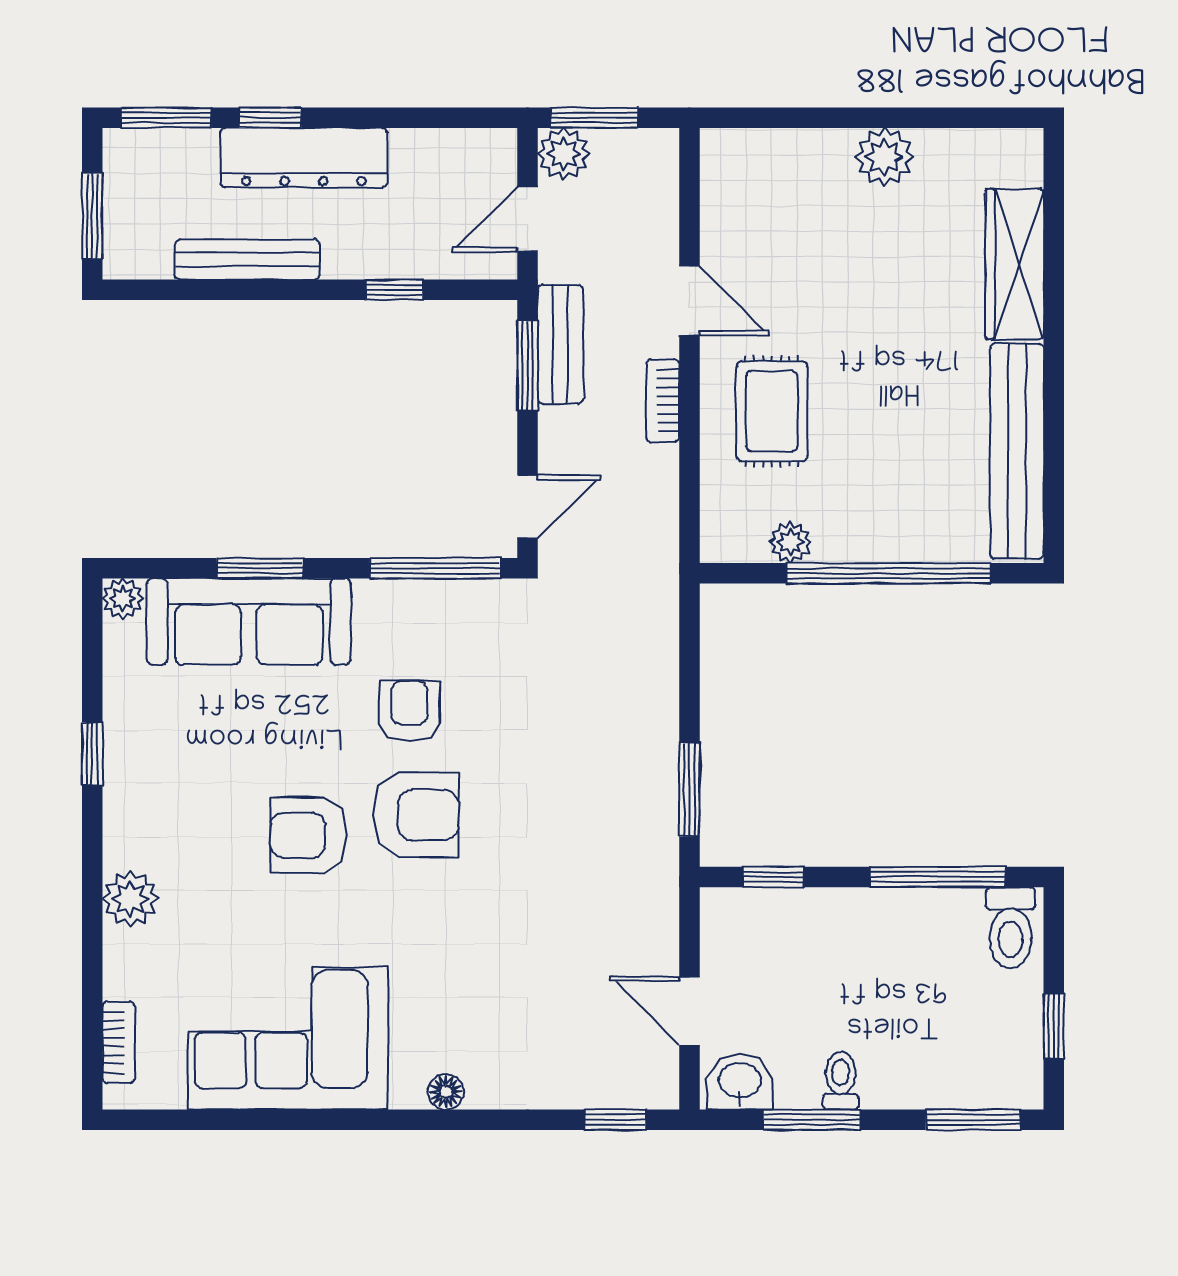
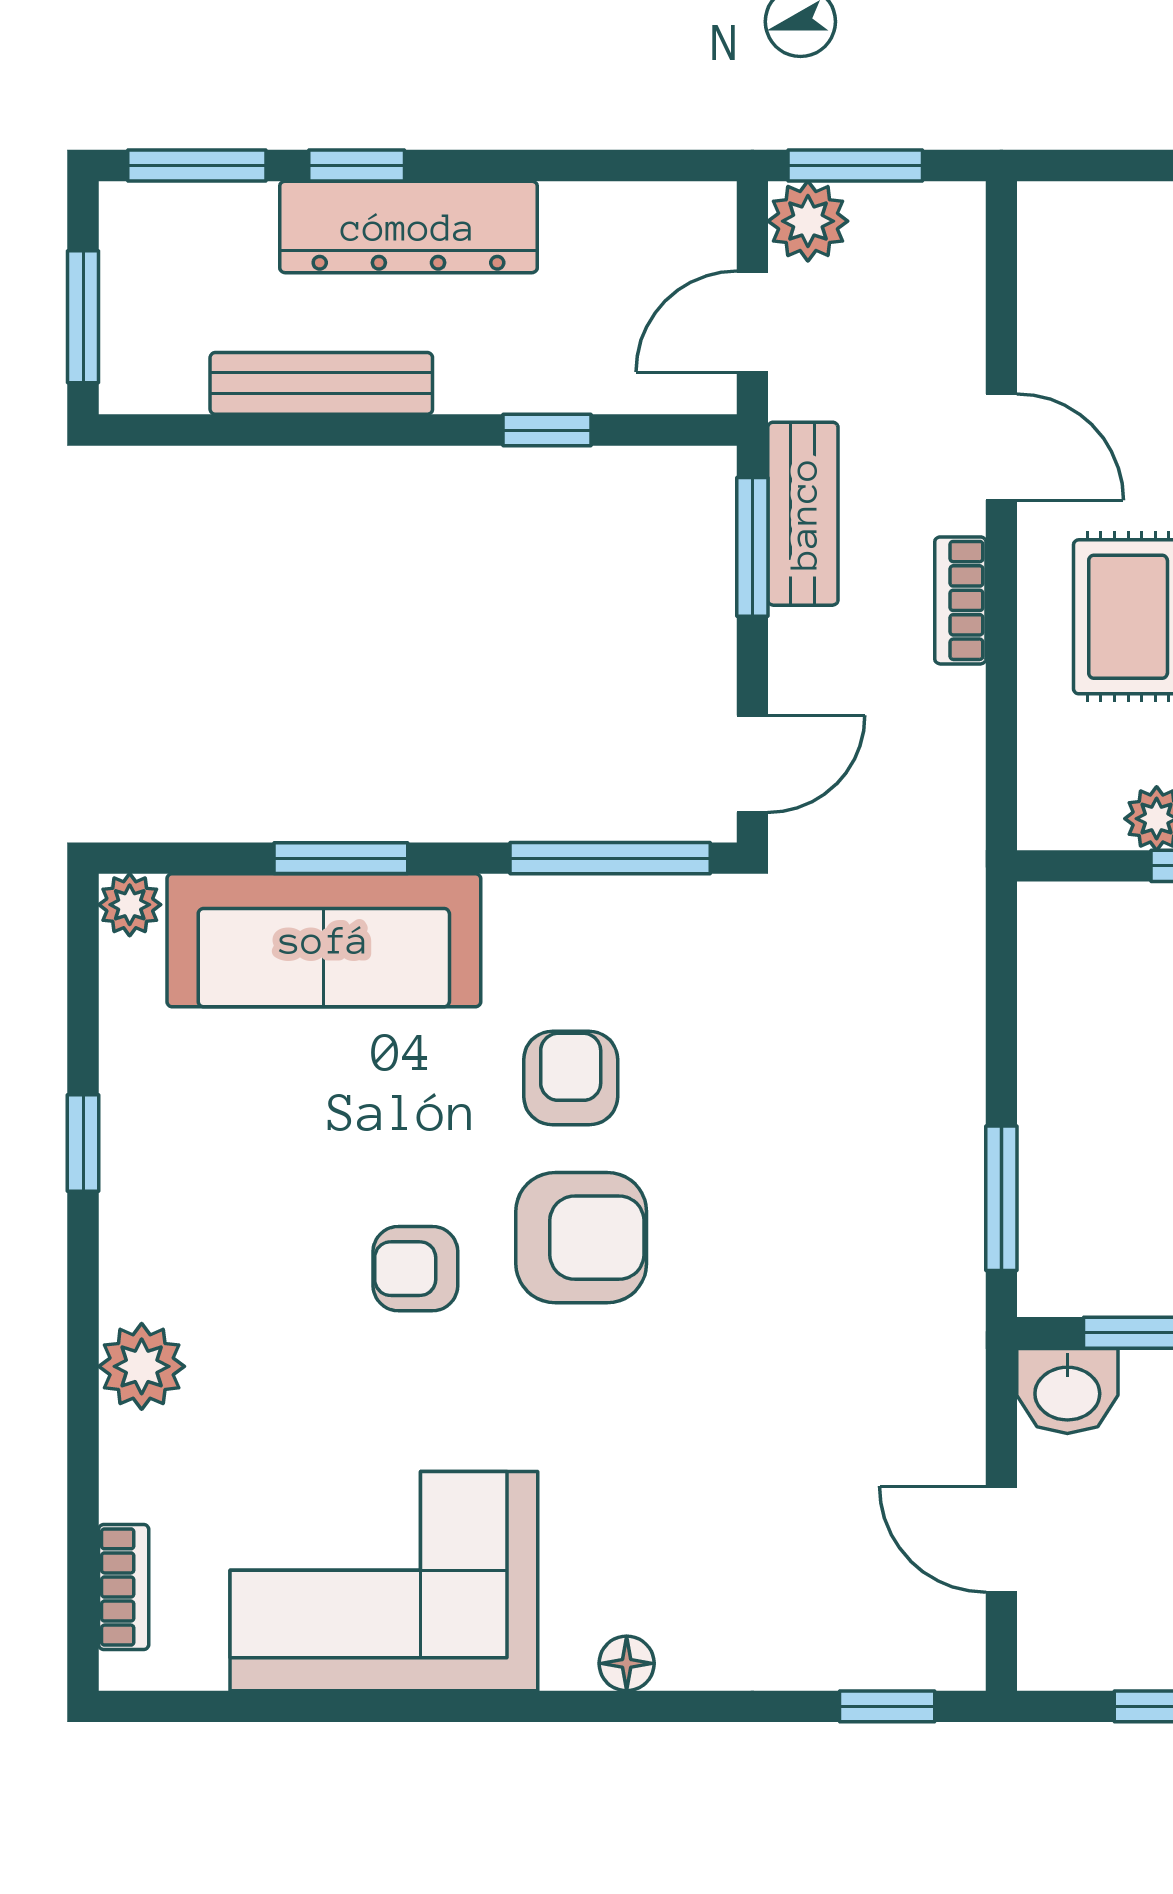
armchair: (308, 835) -> (415, 1269), width x0.72, depth x0.72
washbasin: (740, 1082) -> (1067, 1391), moved, turned 180

